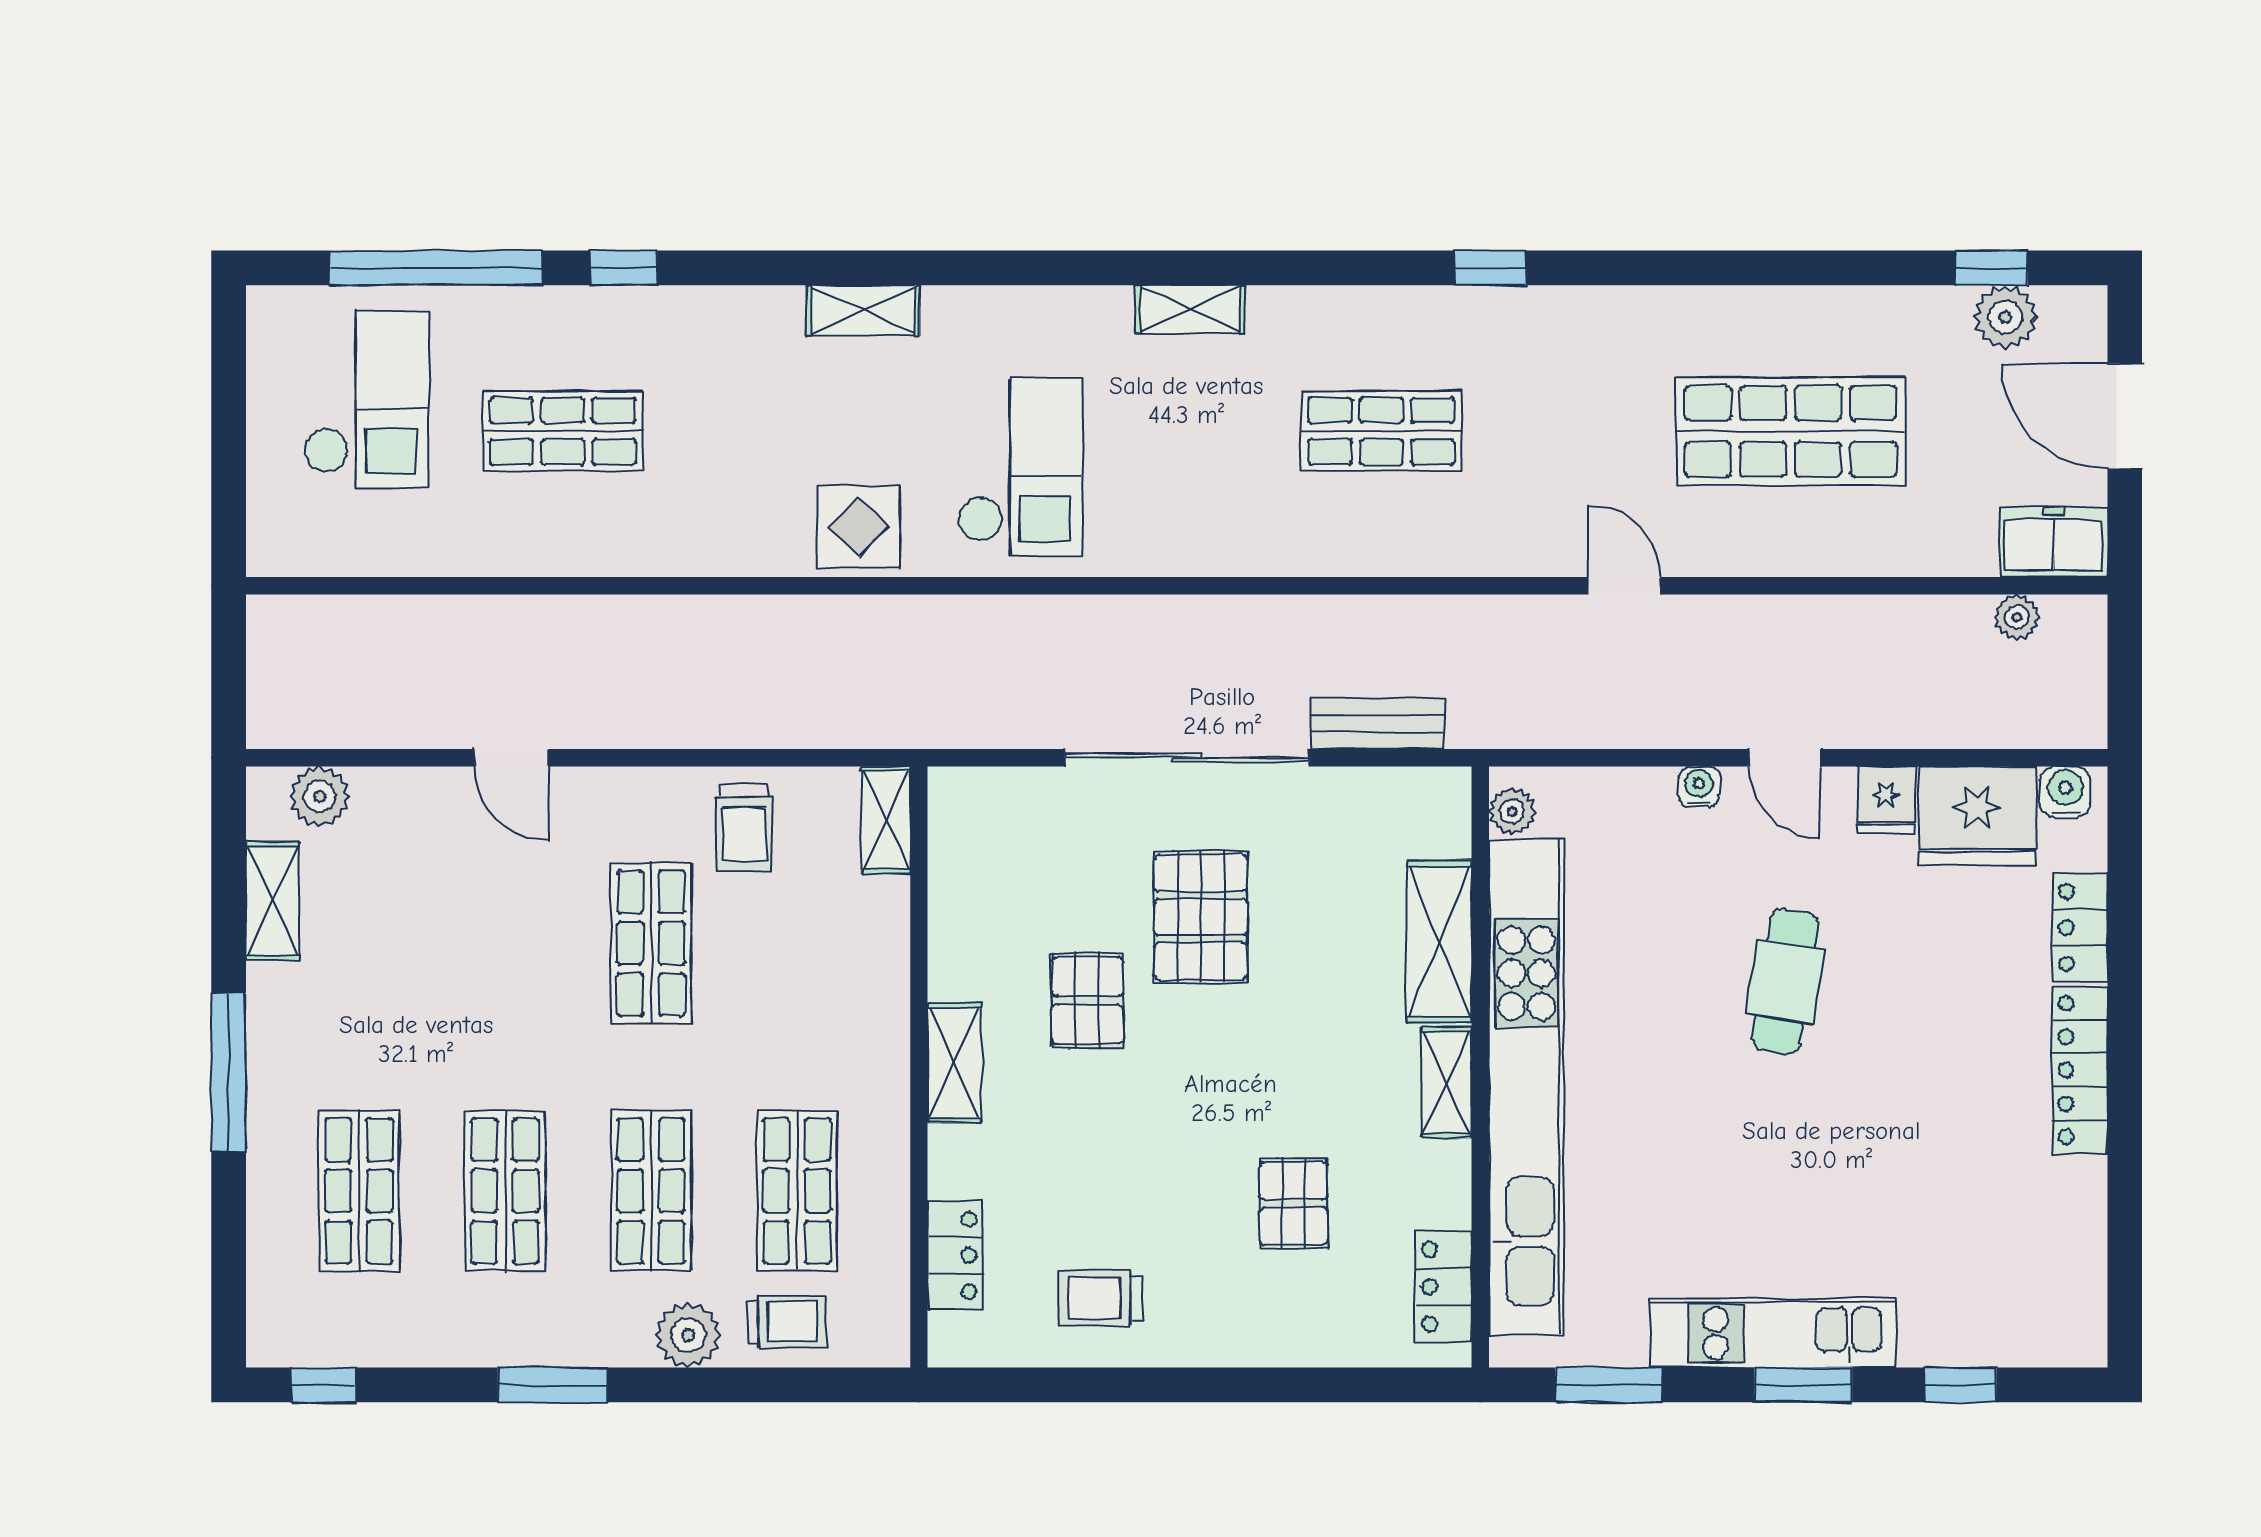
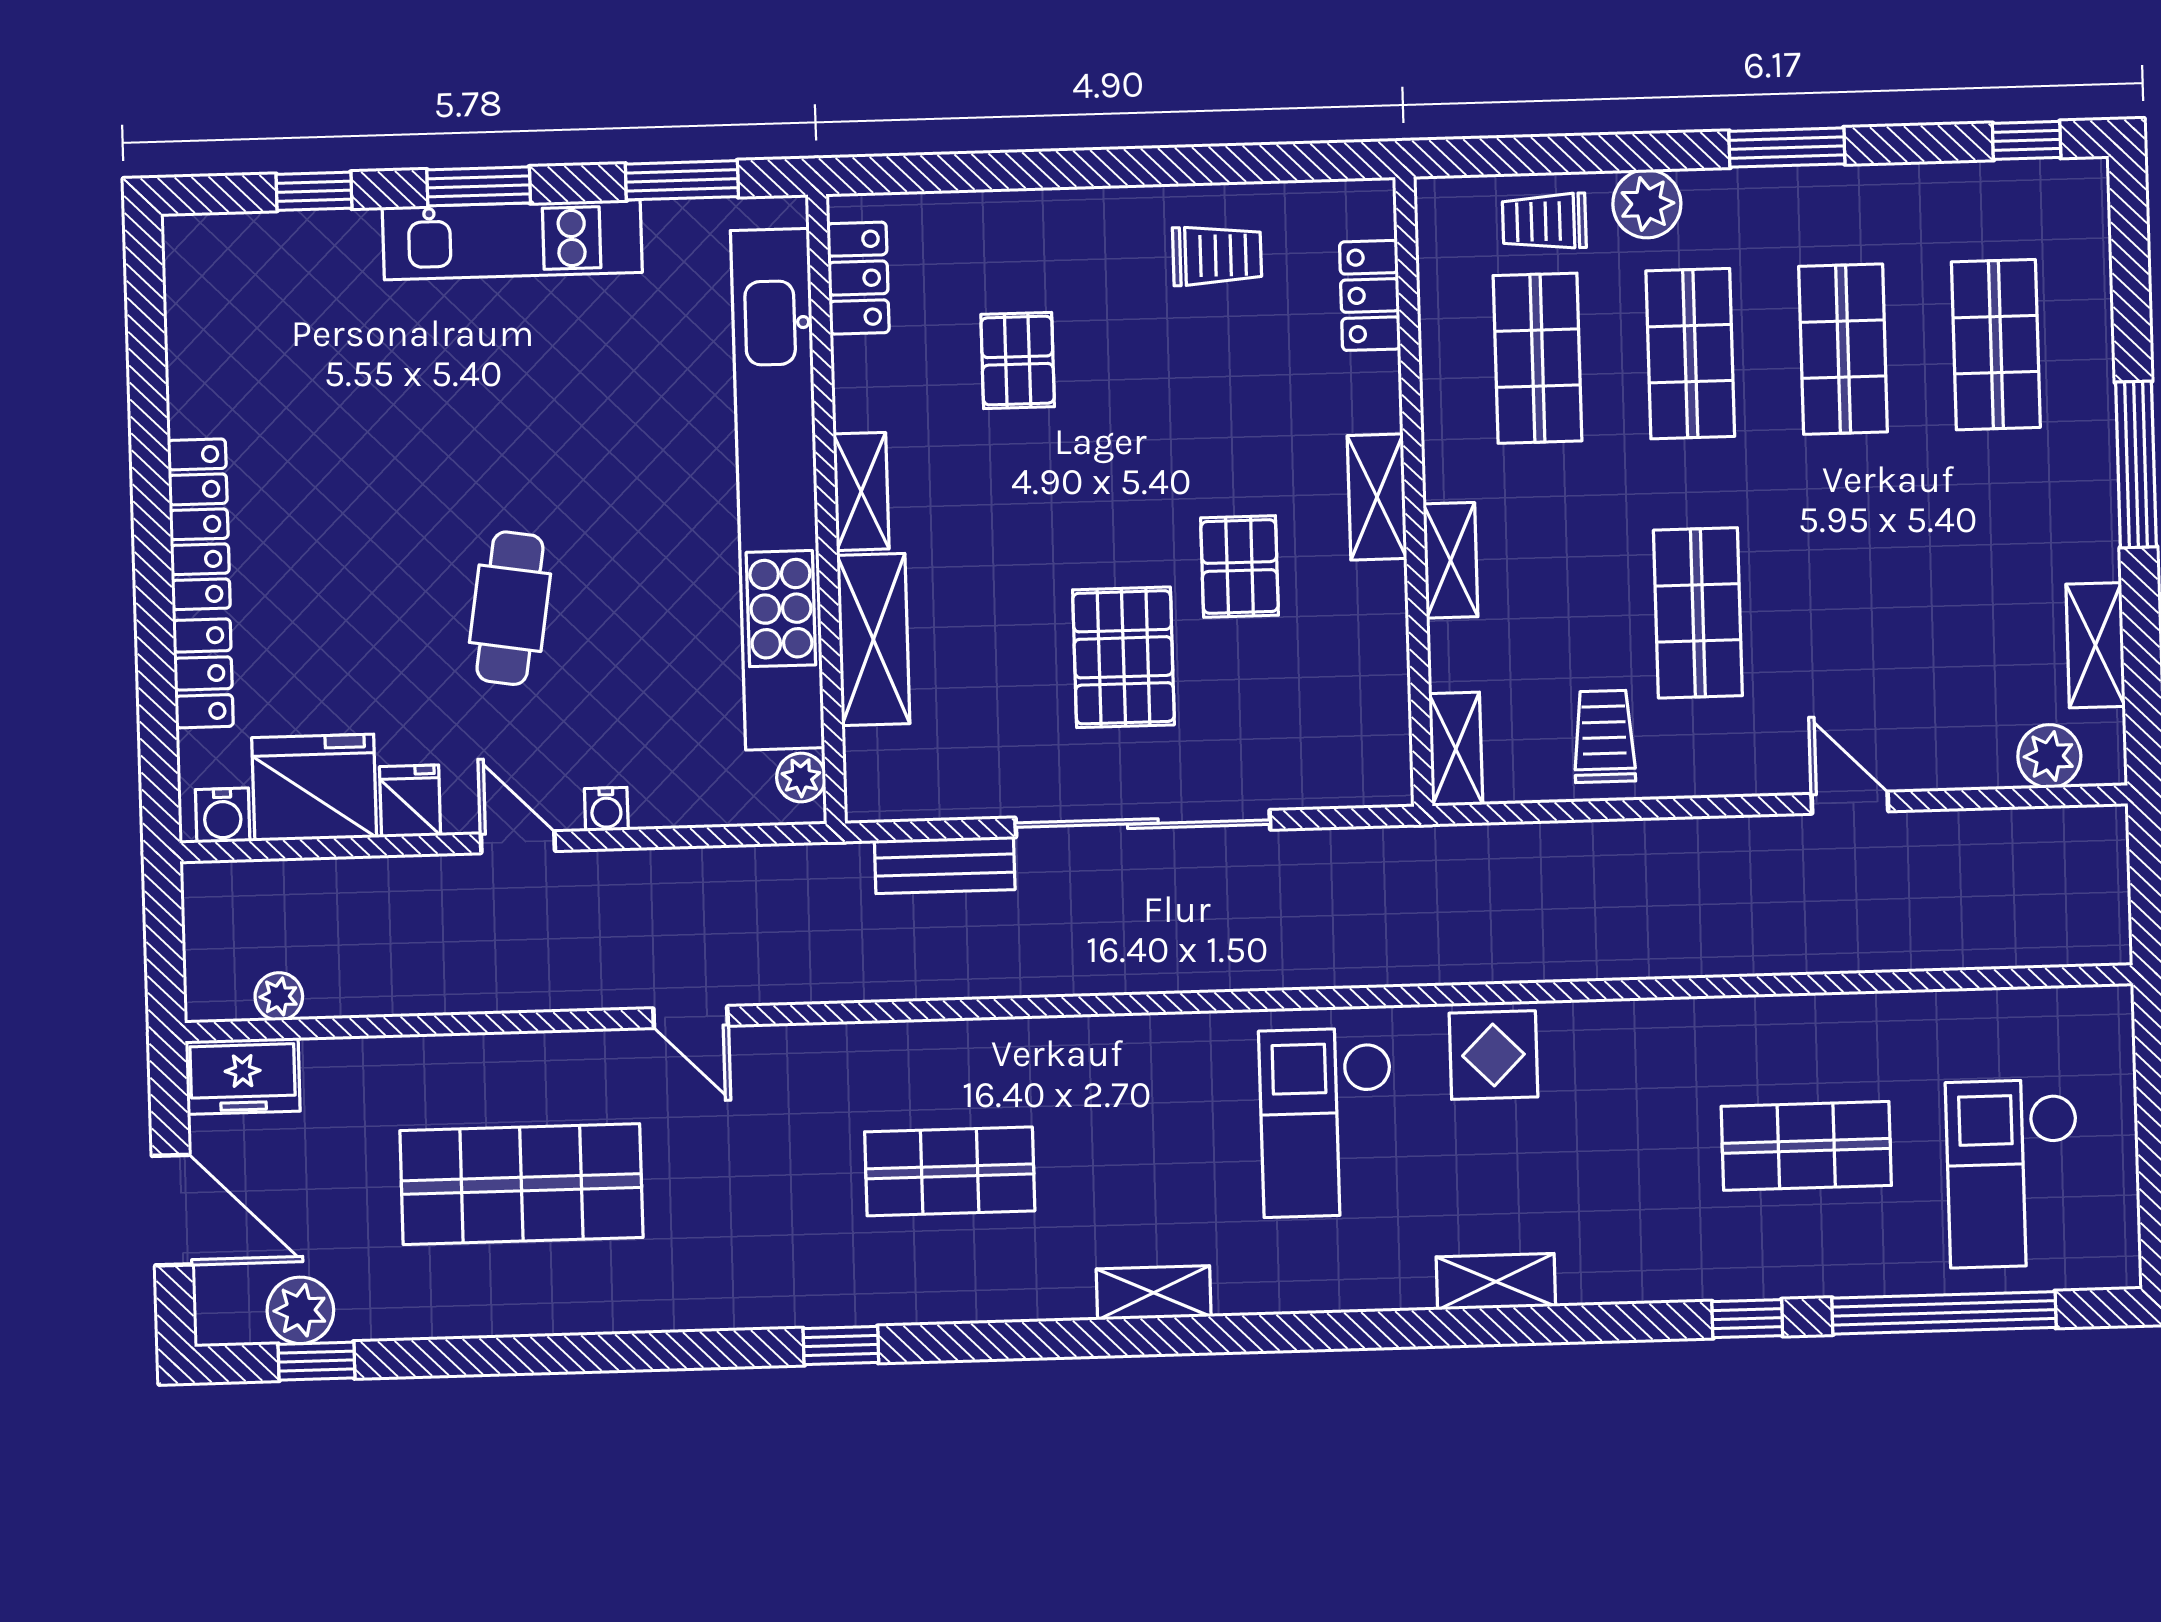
shelving: (886, 1000) -> (1451, 560), added

